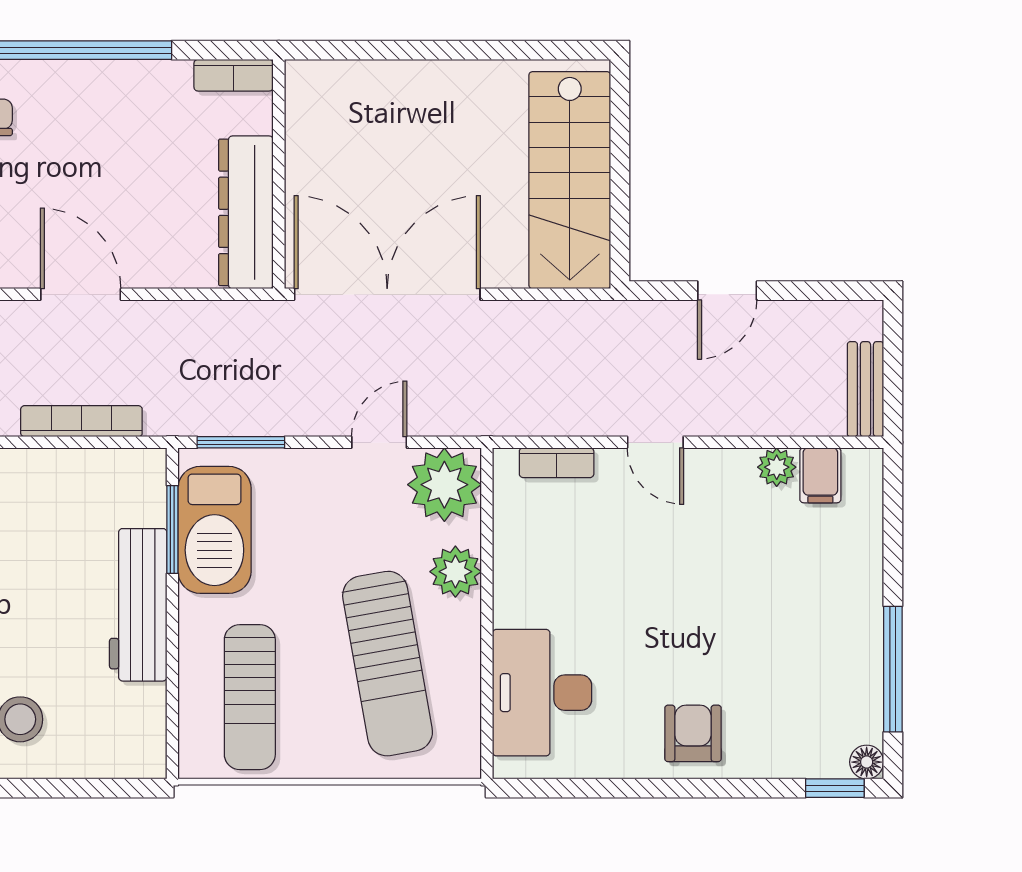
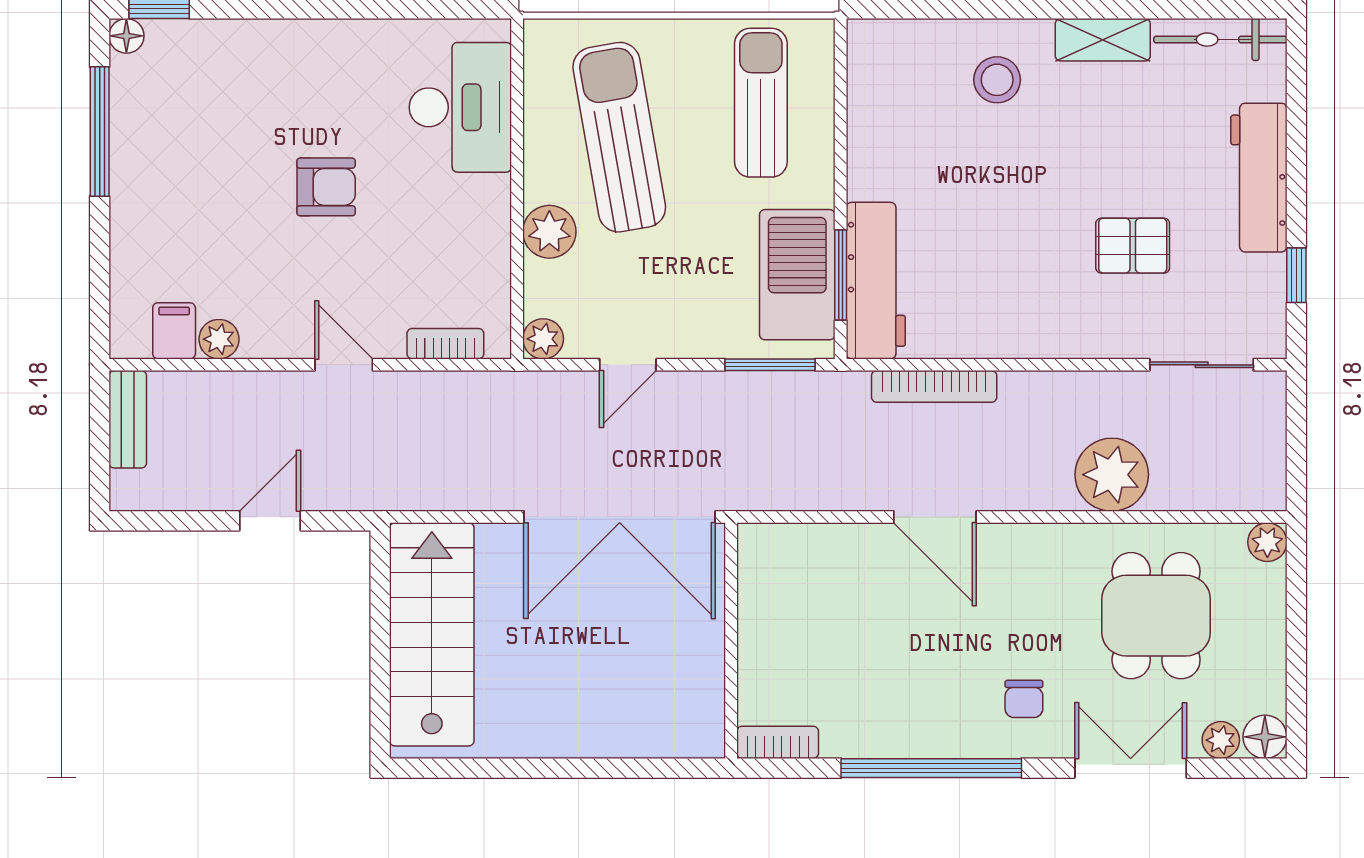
dresser: (246, 212) -> (765, 601), removed
plant: (444, 485) -> (543, 339), width x0.53, depth x0.53
workbench: (138, 605) -> (876, 281), moved
armchair: (693, 733) -> (326, 187), moved, turned -90

